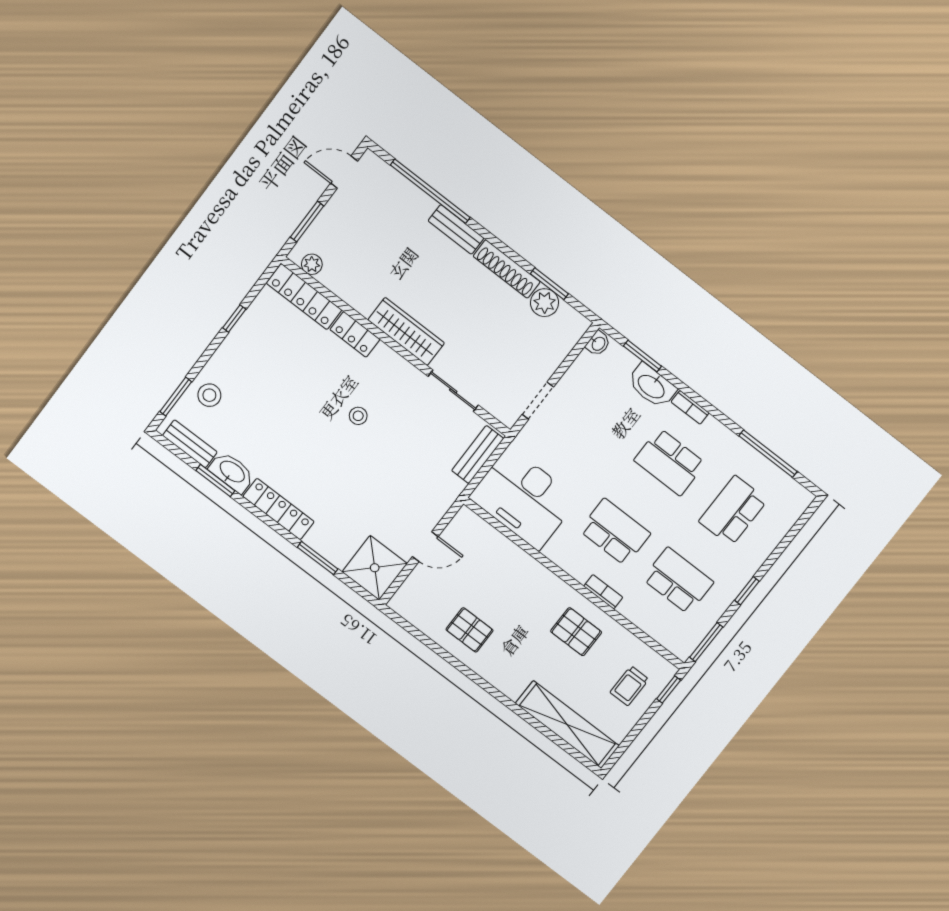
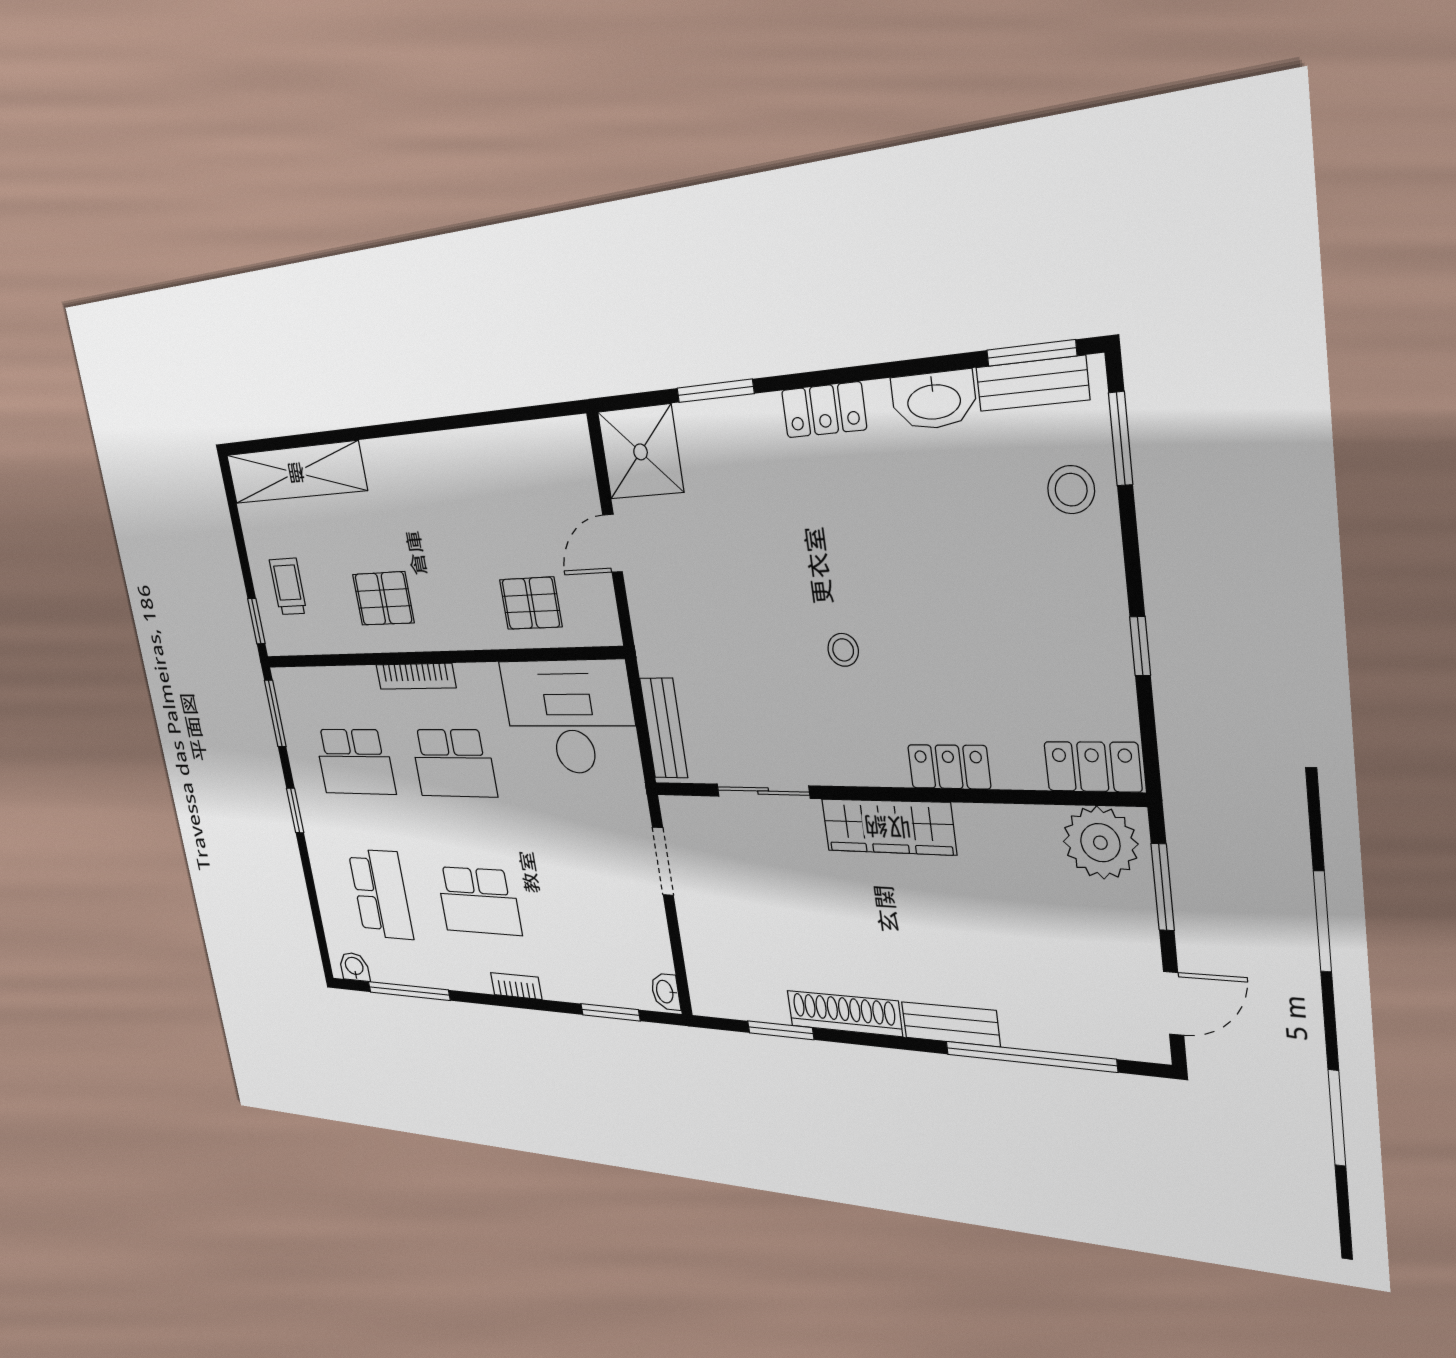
plant: (312, 264) -> (1100, 843), width x1.88, depth x1.88
locker: (304, 297) -> (1093, 767), width x0.66
plant: (545, 303) -> (765, 1000), removed
washbasin: (652, 386) -> (354, 967), moved, width x0.52, depth x0.69
school desk: (670, 462) -> (479, 901), turned 180
window: (215, 481) -> (1031, 353), moved
locker: (279, 509) -> (824, 410), width x0.66
bookcase: (603, 592) -> (416, 676), width x1.56
pallet: (470, 630) -> (531, 603), moved

